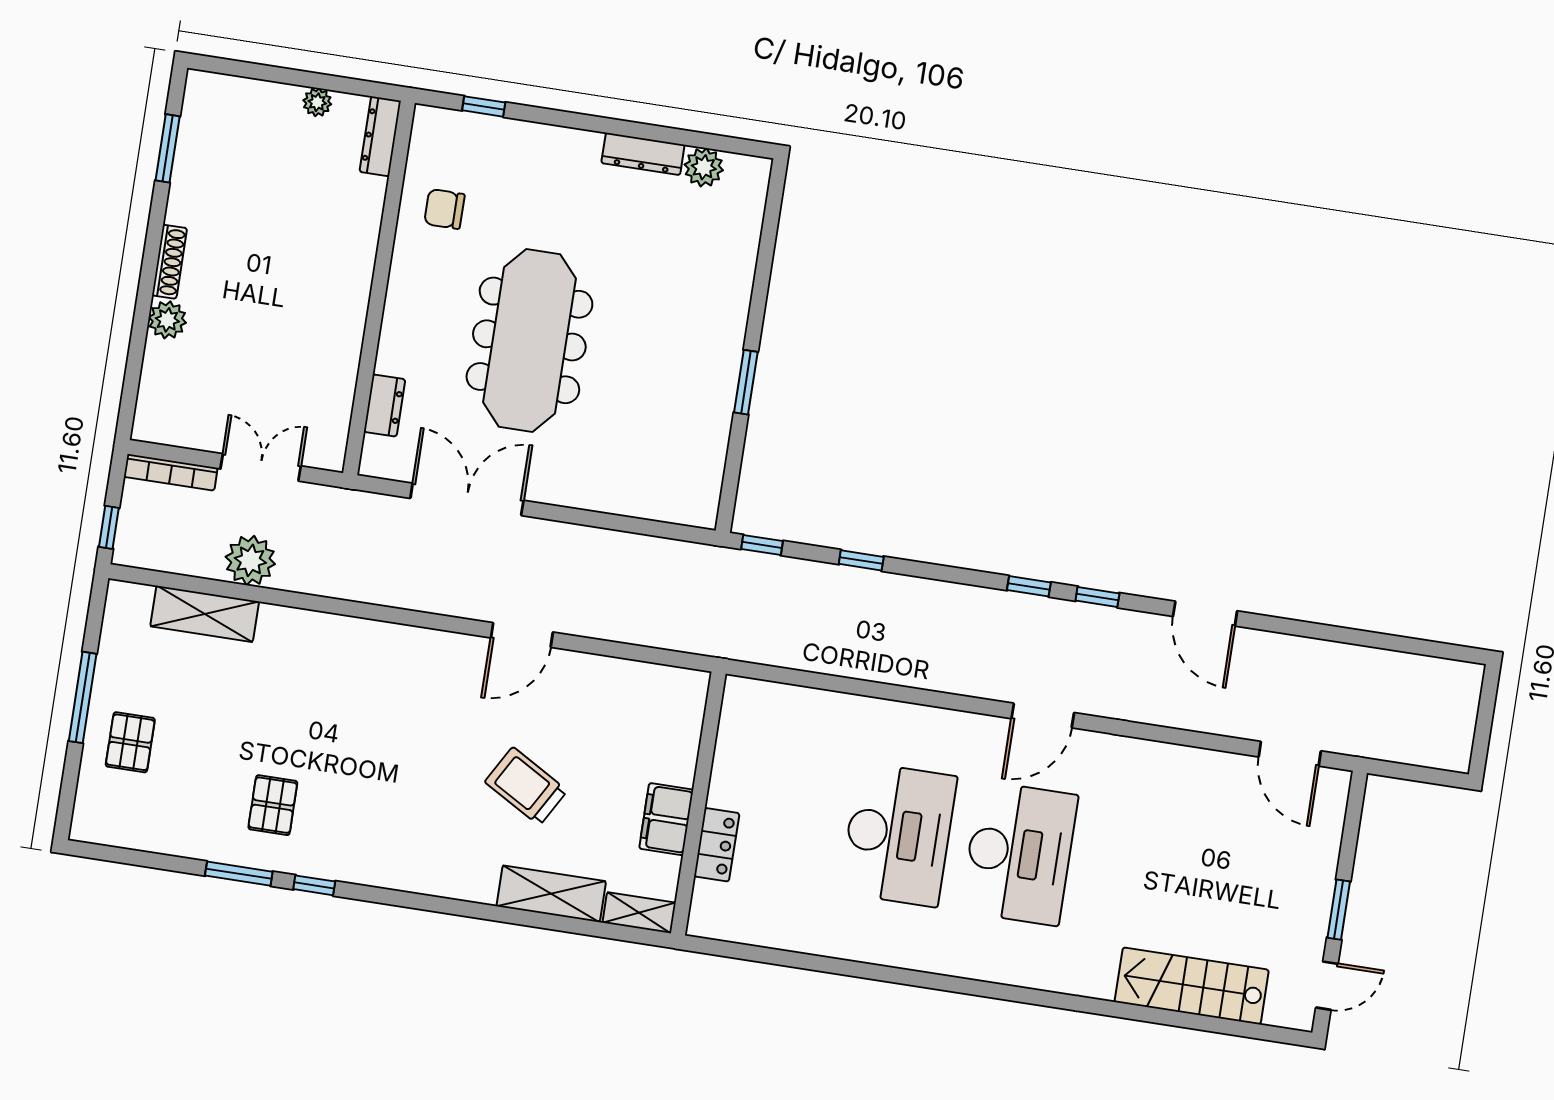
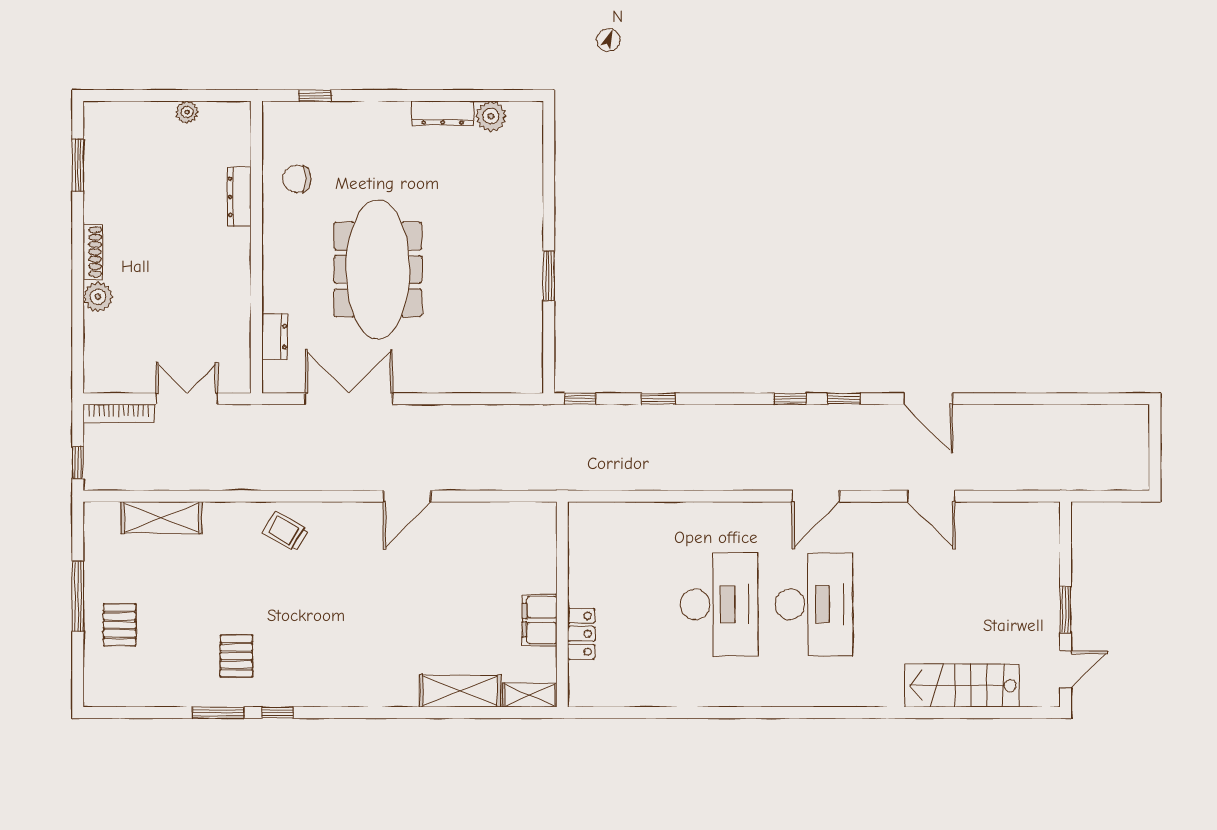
dresser: (380, 136) -> (239, 197), moved
plant: (250, 560) -> (190, 471), removed
door: (1290, 754) -> (931, 496), moved
trolley: (526, 786) -> (286, 532), moved, width x0.73, depth x0.72

